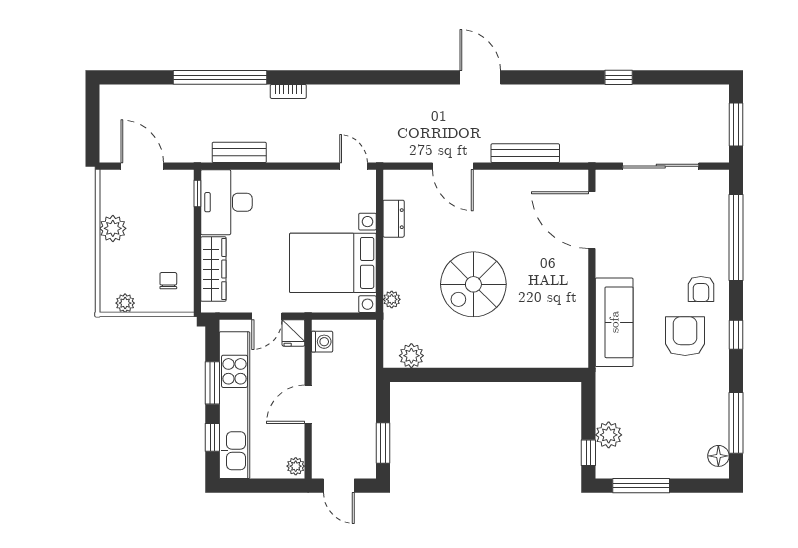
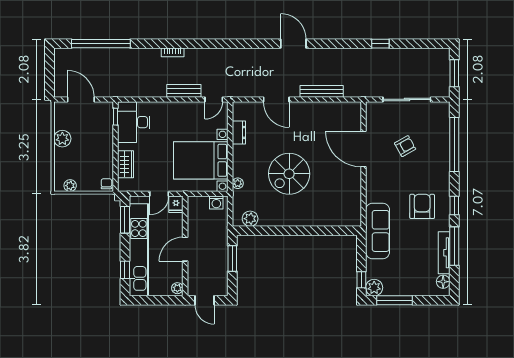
window: (220, 77) -> (101, 44), moved
bench: (239, 152) -> (184, 91), moved
door: (354, 166) -> (214, 99), swing flipped
door: (592, 220) -> (364, 149), moved
wardrobe: (213, 269) -> (126, 164), width x0.67
chair: (168, 281) -> (106, 184), moved
armchair: (701, 289) -> (405, 146), moved, turned -119
sofa: (614, 322) -> (378, 231), moved
washing machine: (322, 342) -> (216, 203), moved, turned 90
window: (212, 383) -> (125, 220), moved
tv unit: (720, 410) -> (444, 253), added
window: (736, 423) -> (454, 246), moved
plant: (609, 435) -> (374, 288), moved
window: (383, 443) -> (232, 258), moved

